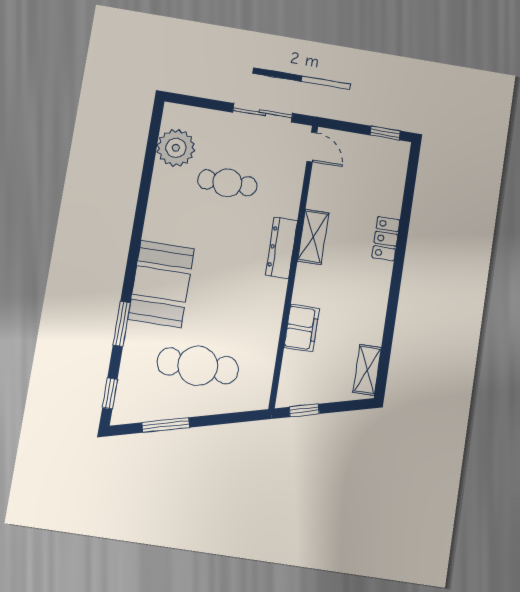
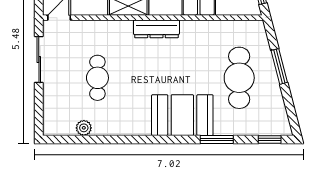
plant: (176, 148) -> (84, 128), width x0.53, depth x0.53
dresser: (282, 248) -> (156, 29), moved
window: (166, 425) -> (279, 66), moved

